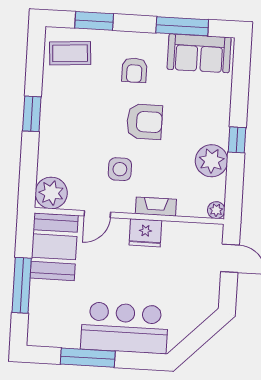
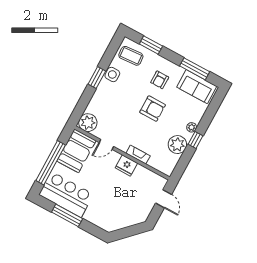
side table: (120, 169) -> (112, 74), moved
plant: (216, 210) -> (192, 127), moved
window: (22, 285) -> (51, 163), width x1.46
bar counter: (125, 328) -> (66, 194), moved

